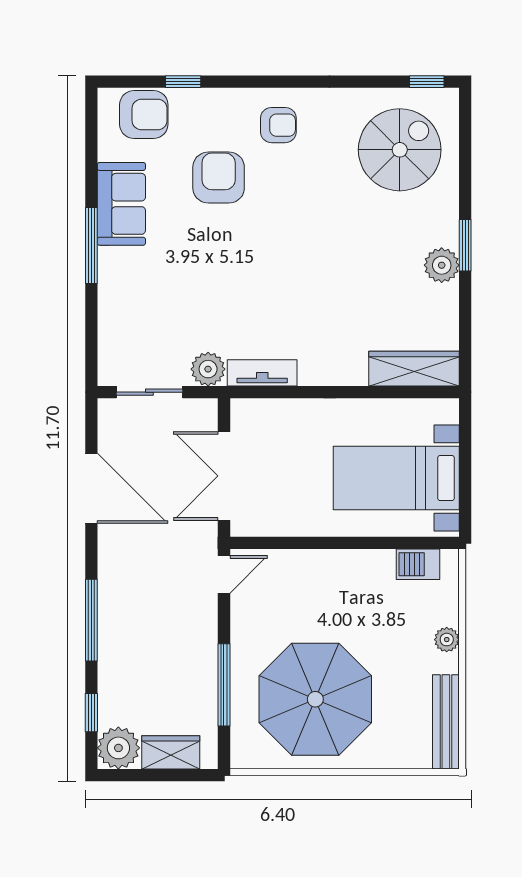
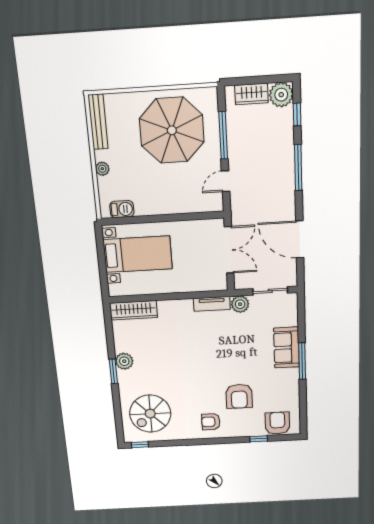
armchair: (144, 115) -> (277, 423), turned 90
sofa: (121, 204) -> (286, 348), moved
door: (224, 574) -> (226, 181), moved

